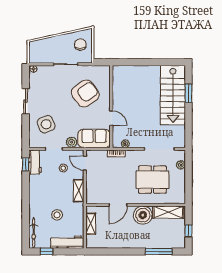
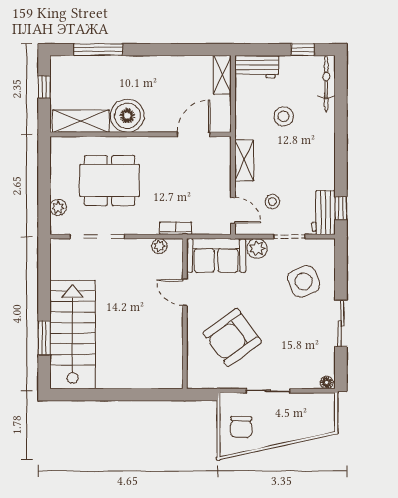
door: (118, 205) -> (194, 134), moved
shelving: (91, 224) -> (222, 75), moved
workbench: (67, 242) -> (257, 67), width x0.73

